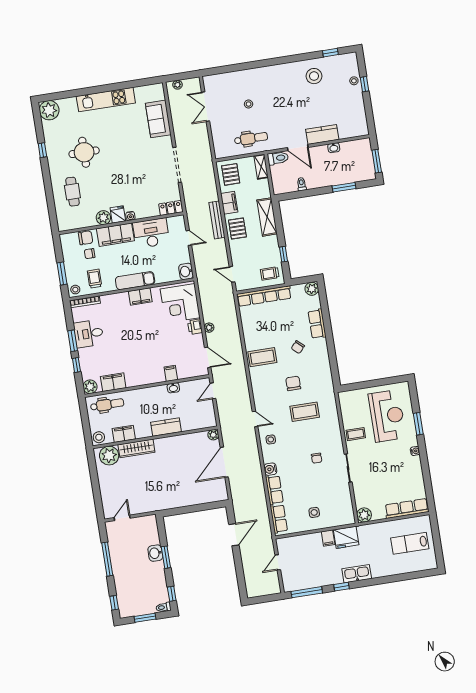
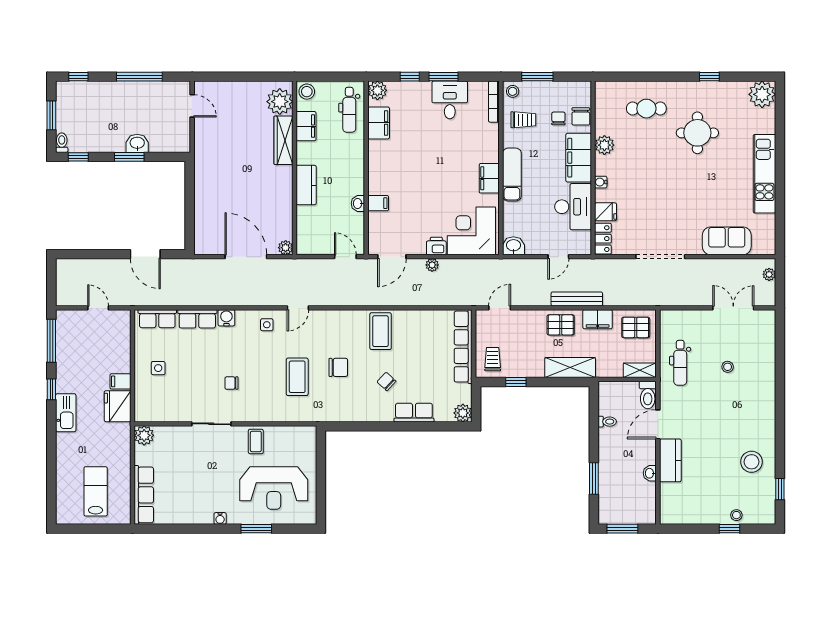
fridge: (118, 214) -> (606, 212), moved

